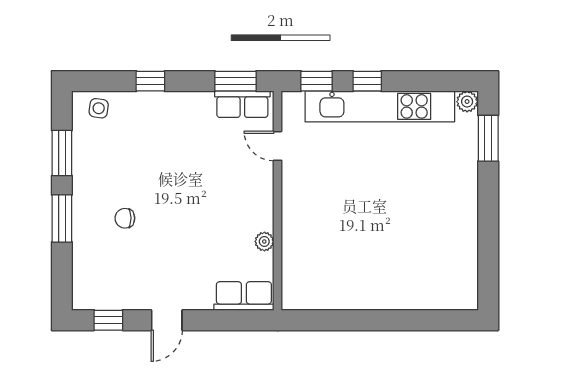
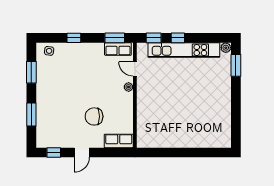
window: (62, 218) -> (31, 115), moved
chair: (125, 218) -> (94, 116), moved, width x1.87, depth x1.87
plant: (264, 241) -> (129, 87), moved

